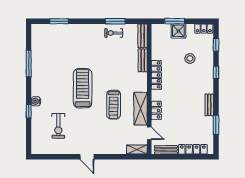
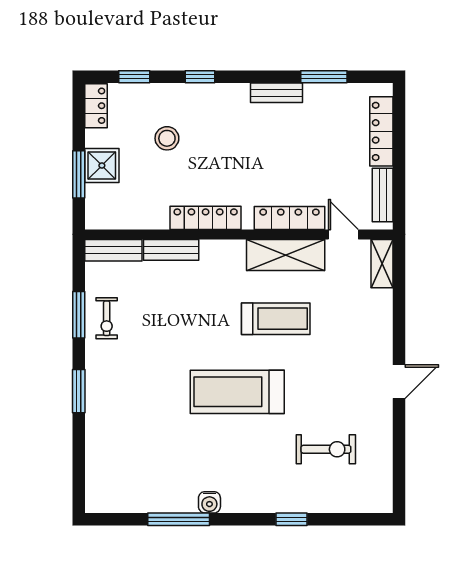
window: (59, 21) -> (79, 391), moved
water cooler: (36, 101) -> (209, 502), moved
locker: (156, 110) -> (290, 218), width x1.53
door: (149, 133) -> (343, 234), hinge flipped

